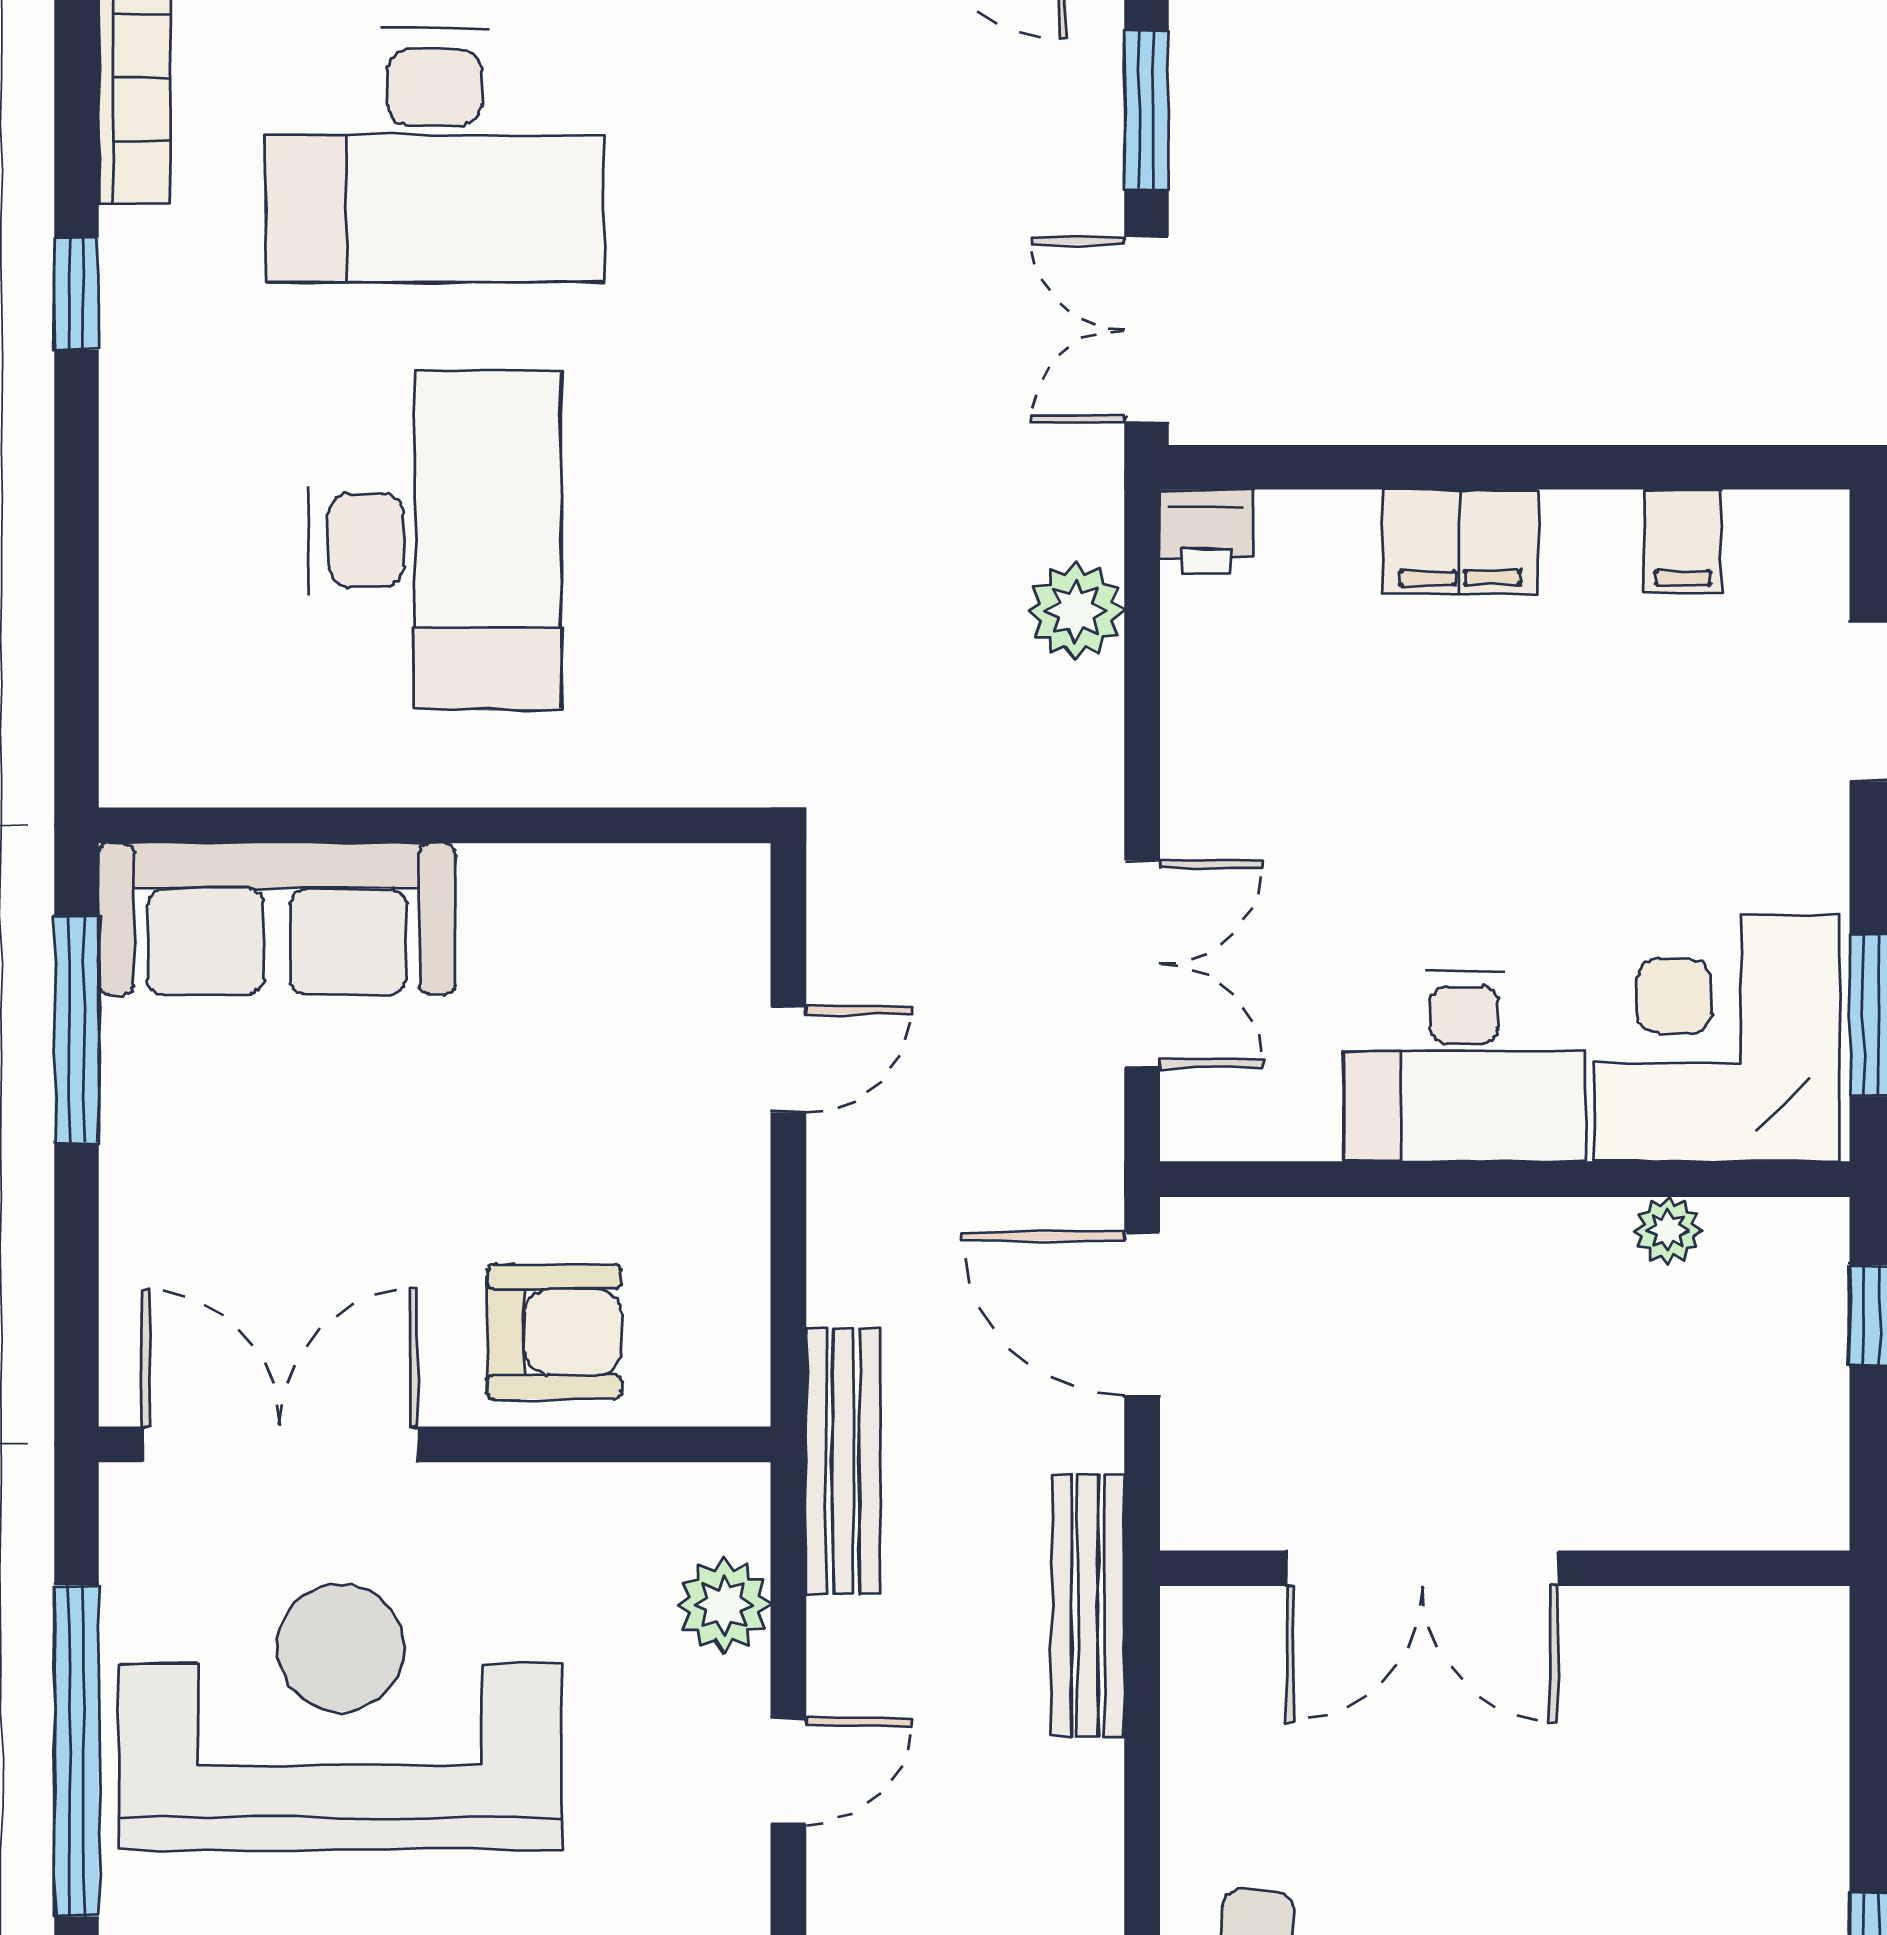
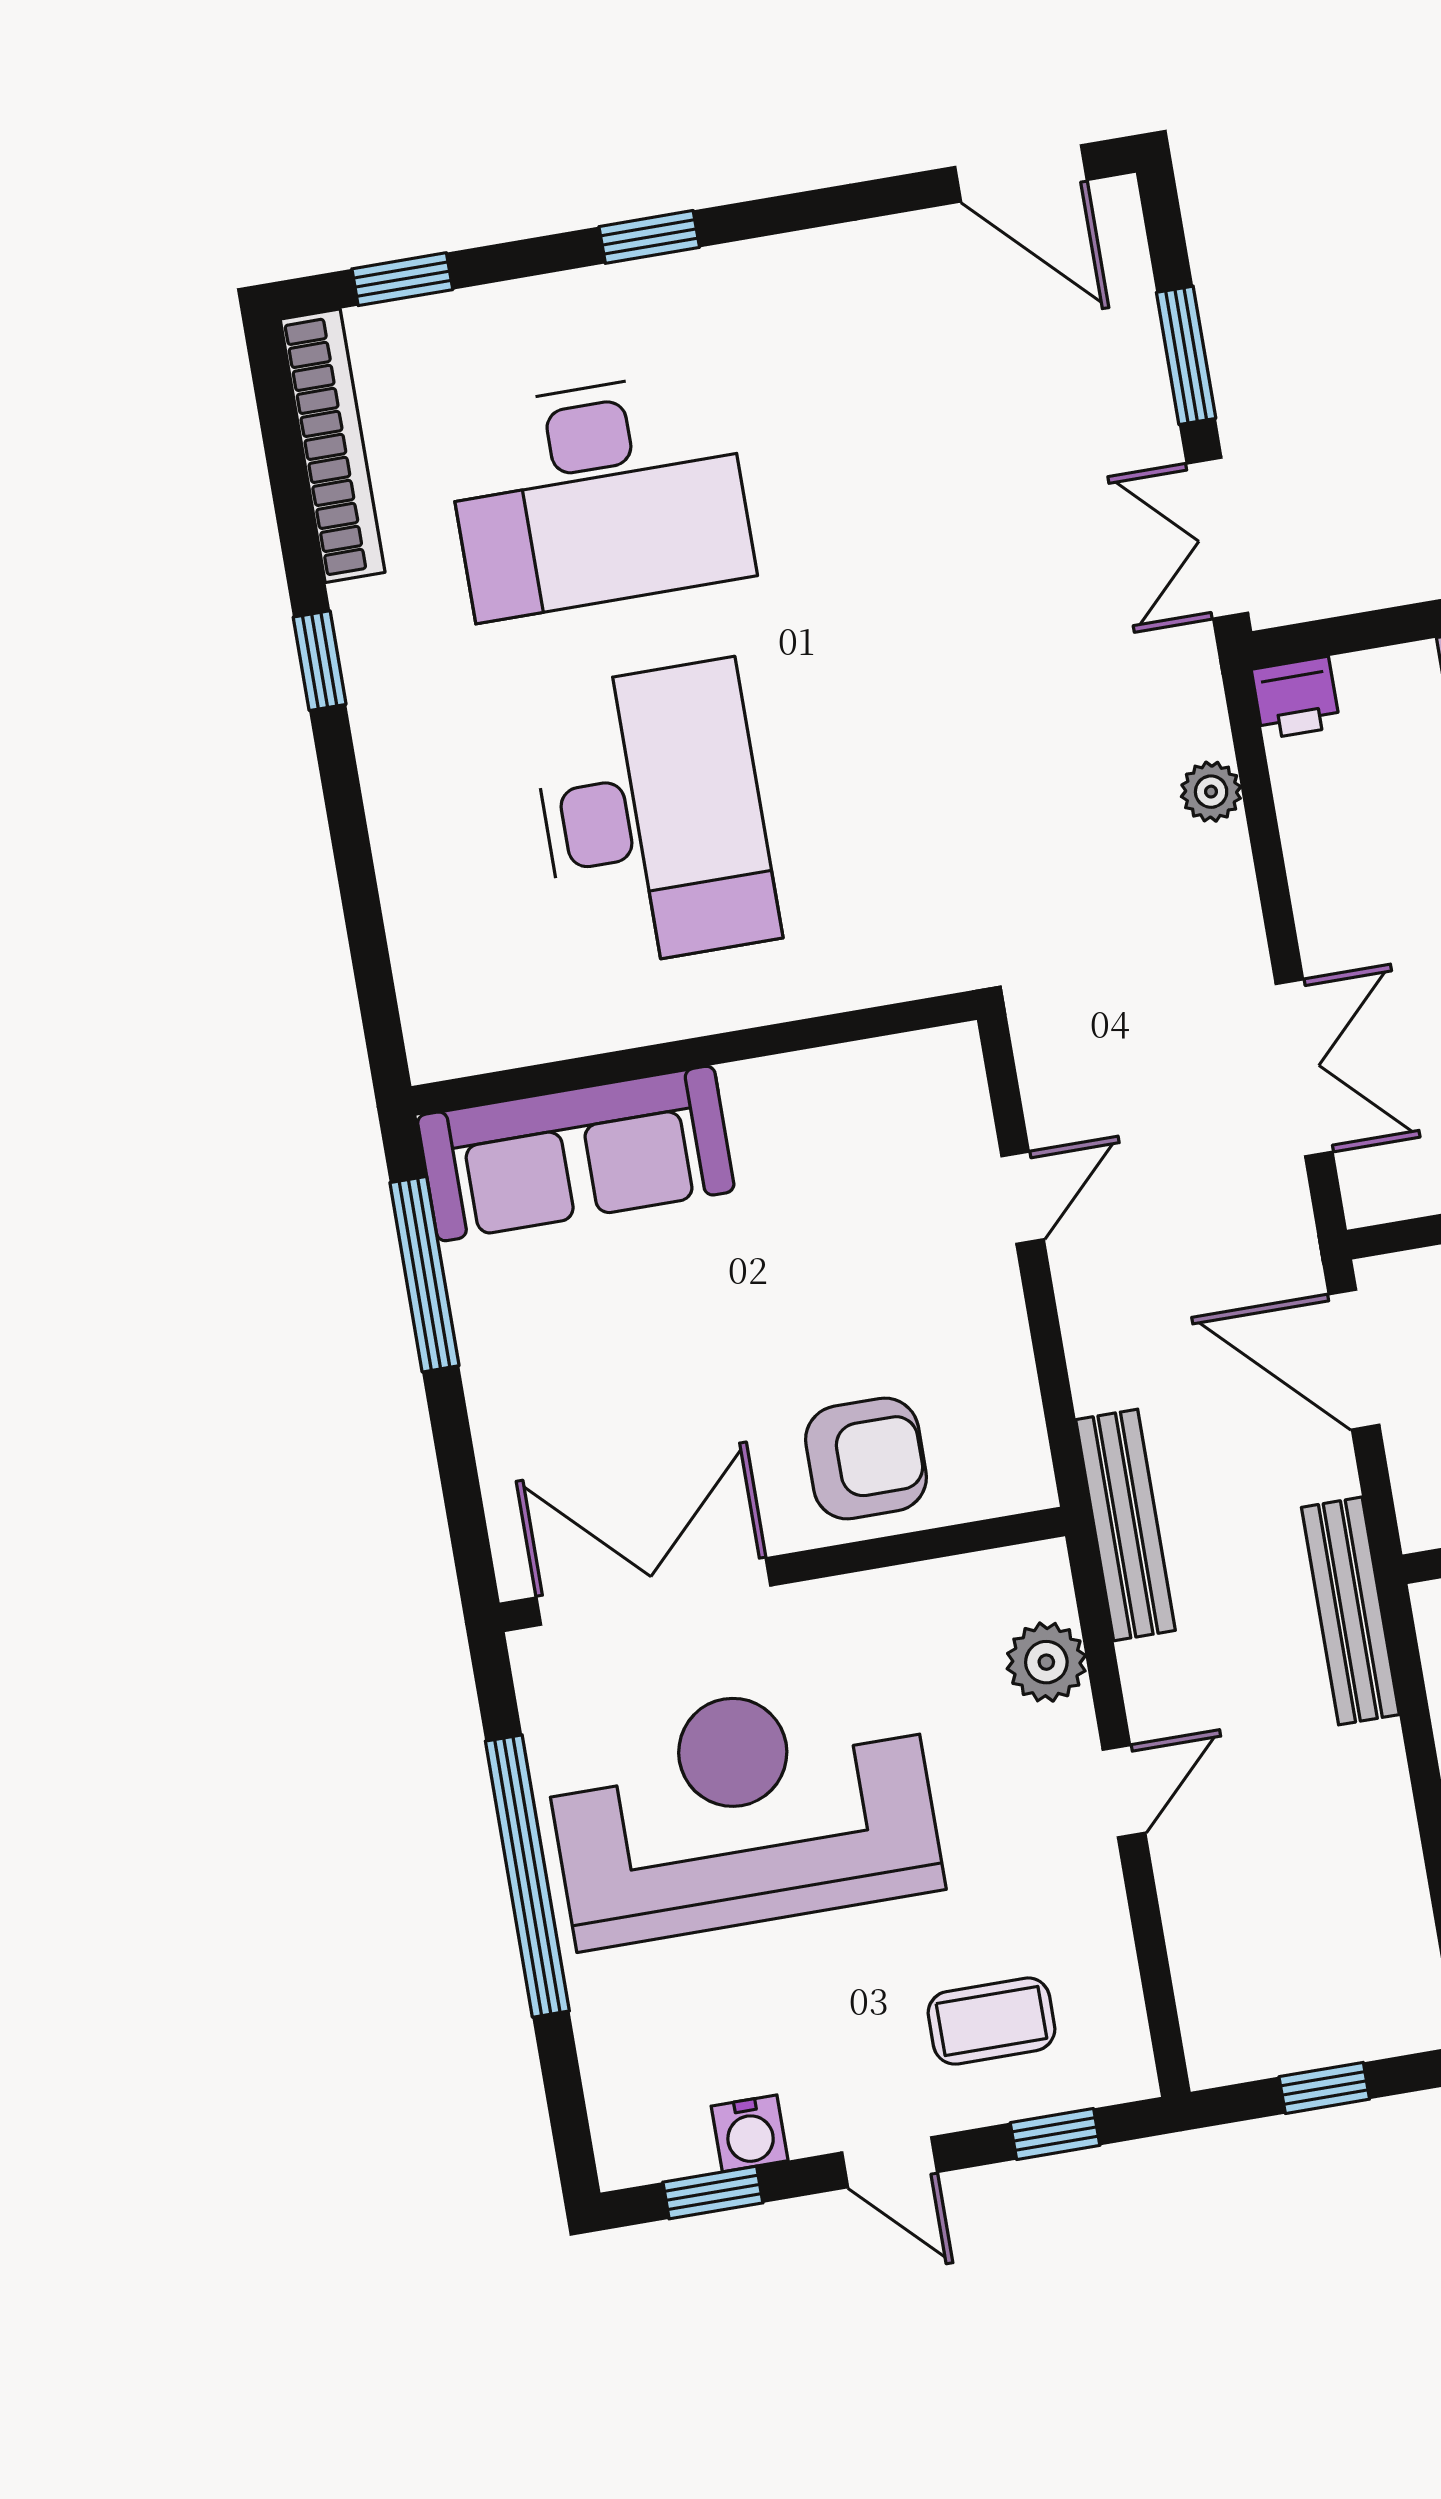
plant: (1075, 610) -> (1211, 792), width x0.73, depth x0.73

